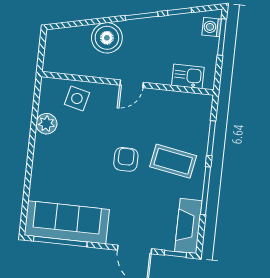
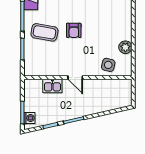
boiler: (107, 38) -> (94, 104), removed
kitchen sink: (188, 76) -> (52, 86), moved
door: (132, 84) -> (75, 78), swing flipped

